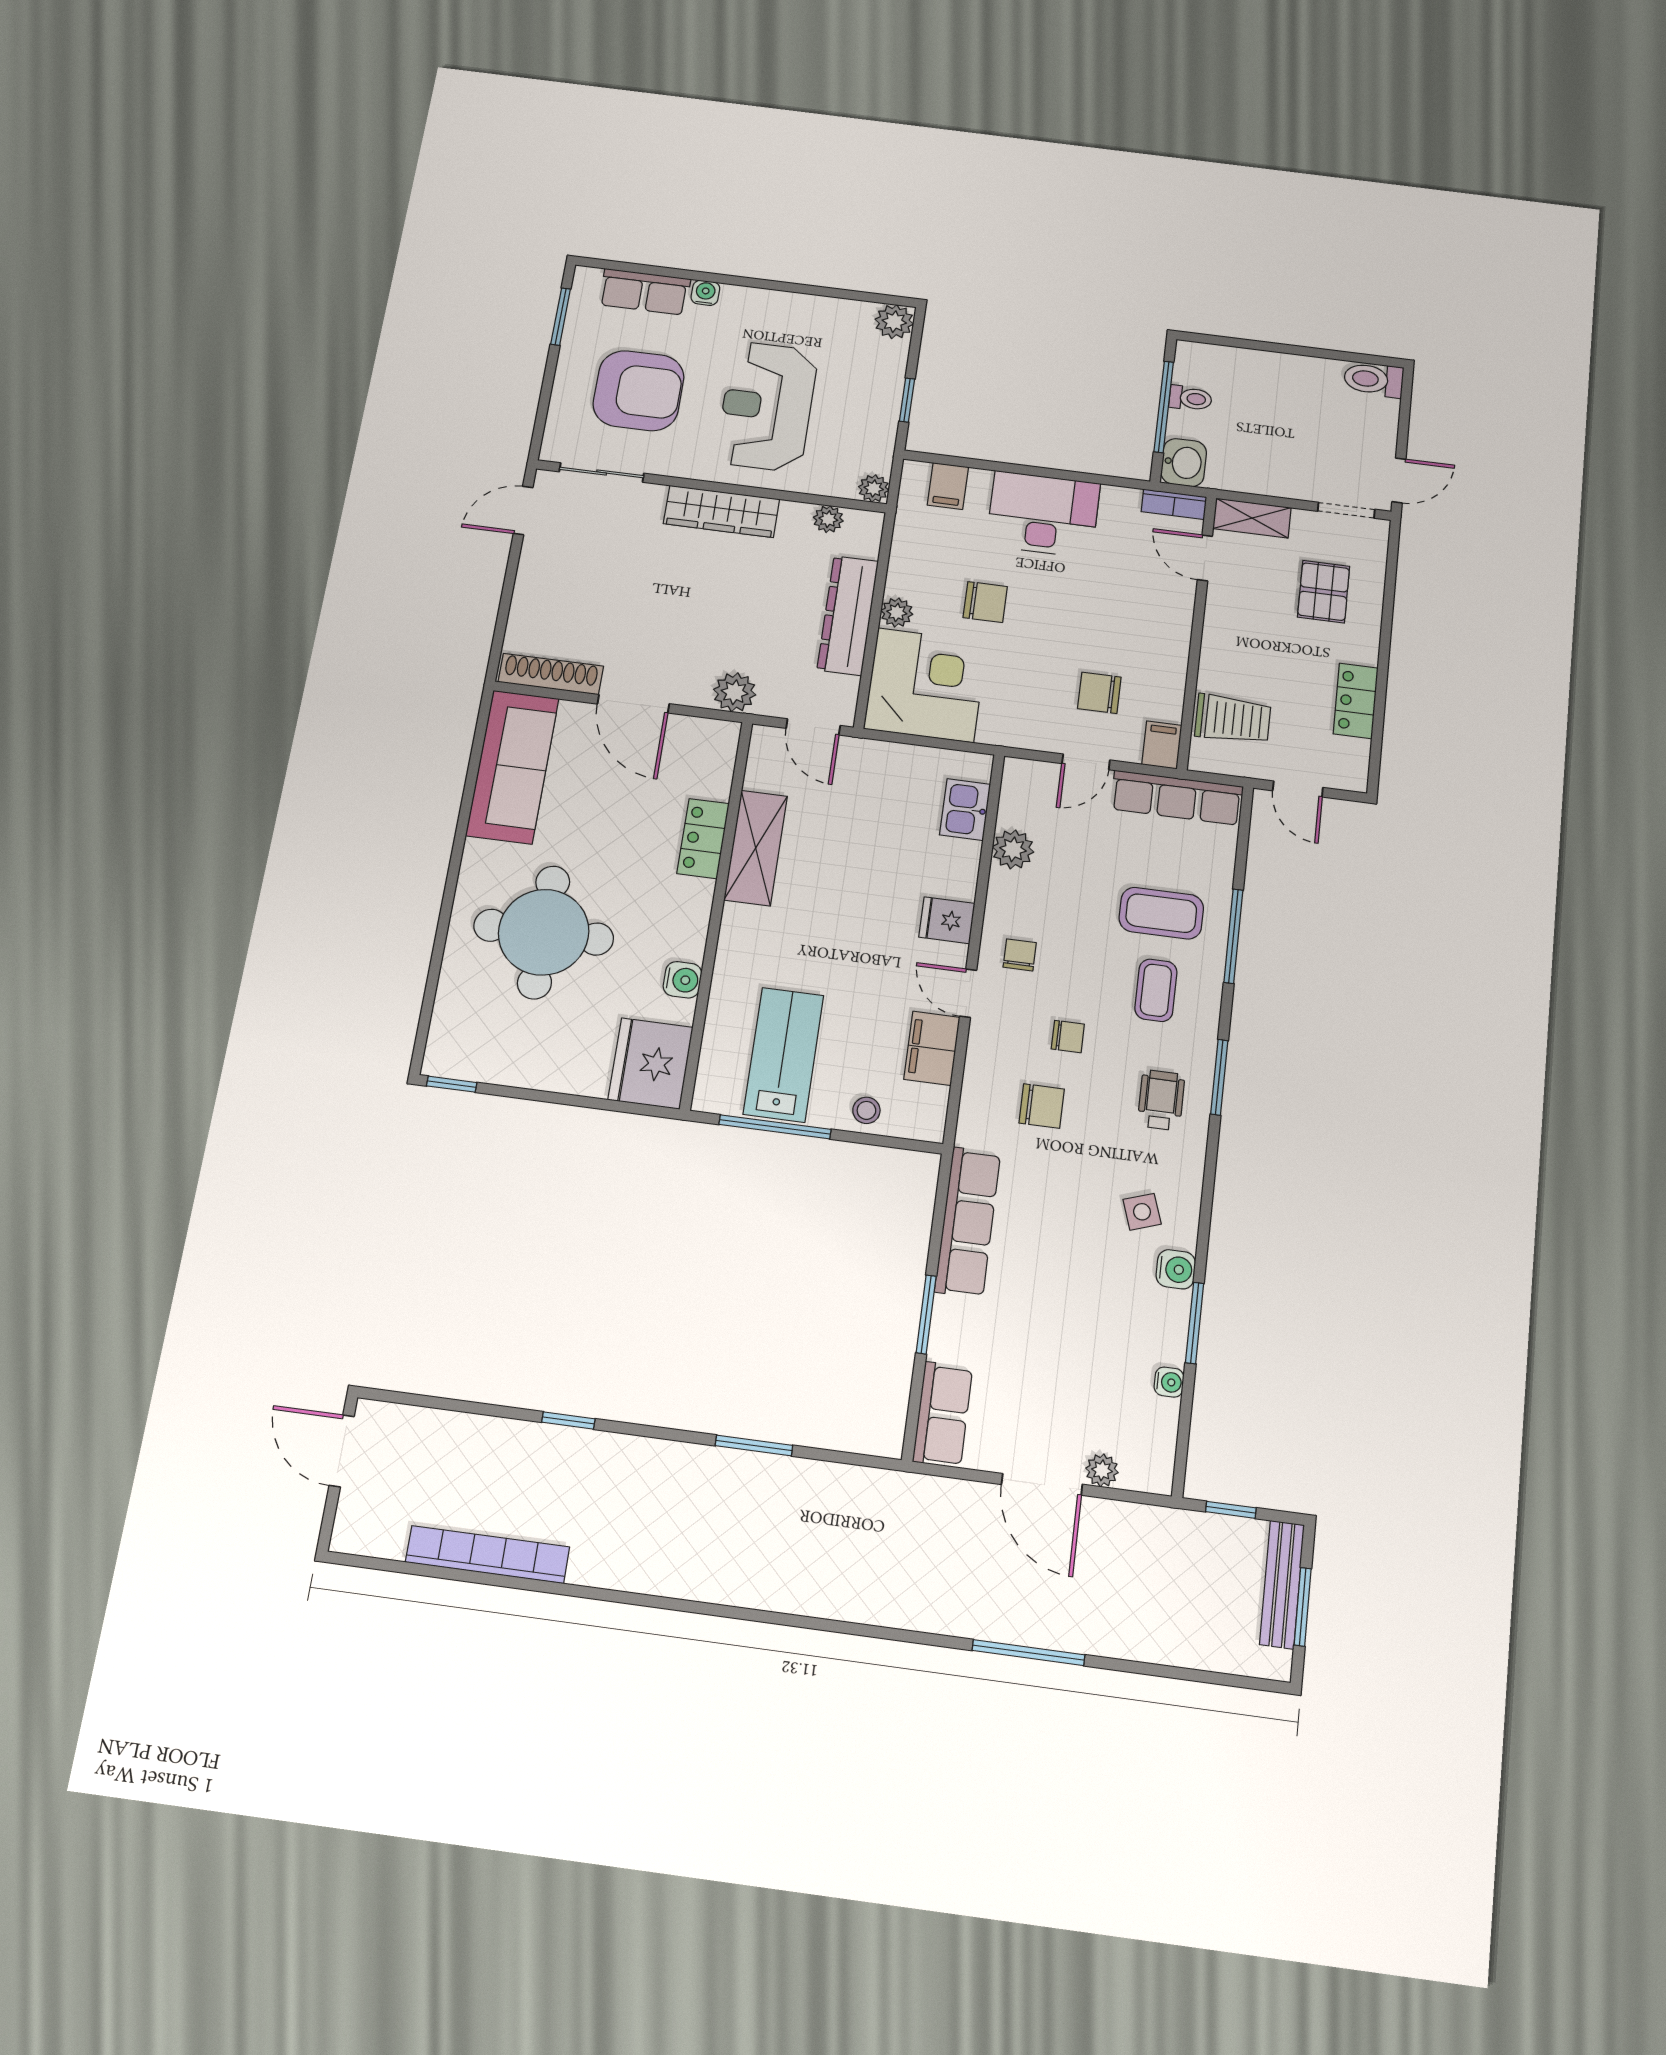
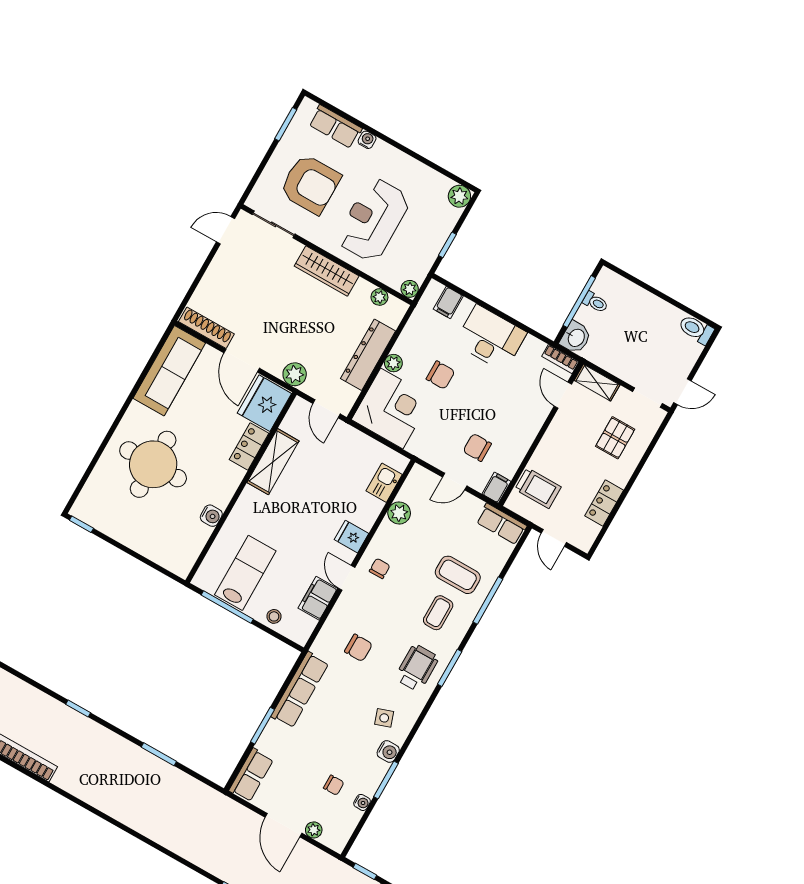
row of seats: (1177, 798) -> (501, 524), width x0.68
chair: (1068, 1037) -> (334, 785), moved
fridge: (651, 1063) -> (264, 403), moved
wheelchair: (1161, 1100) -> (417, 668), width x1.36, depth x1.37

